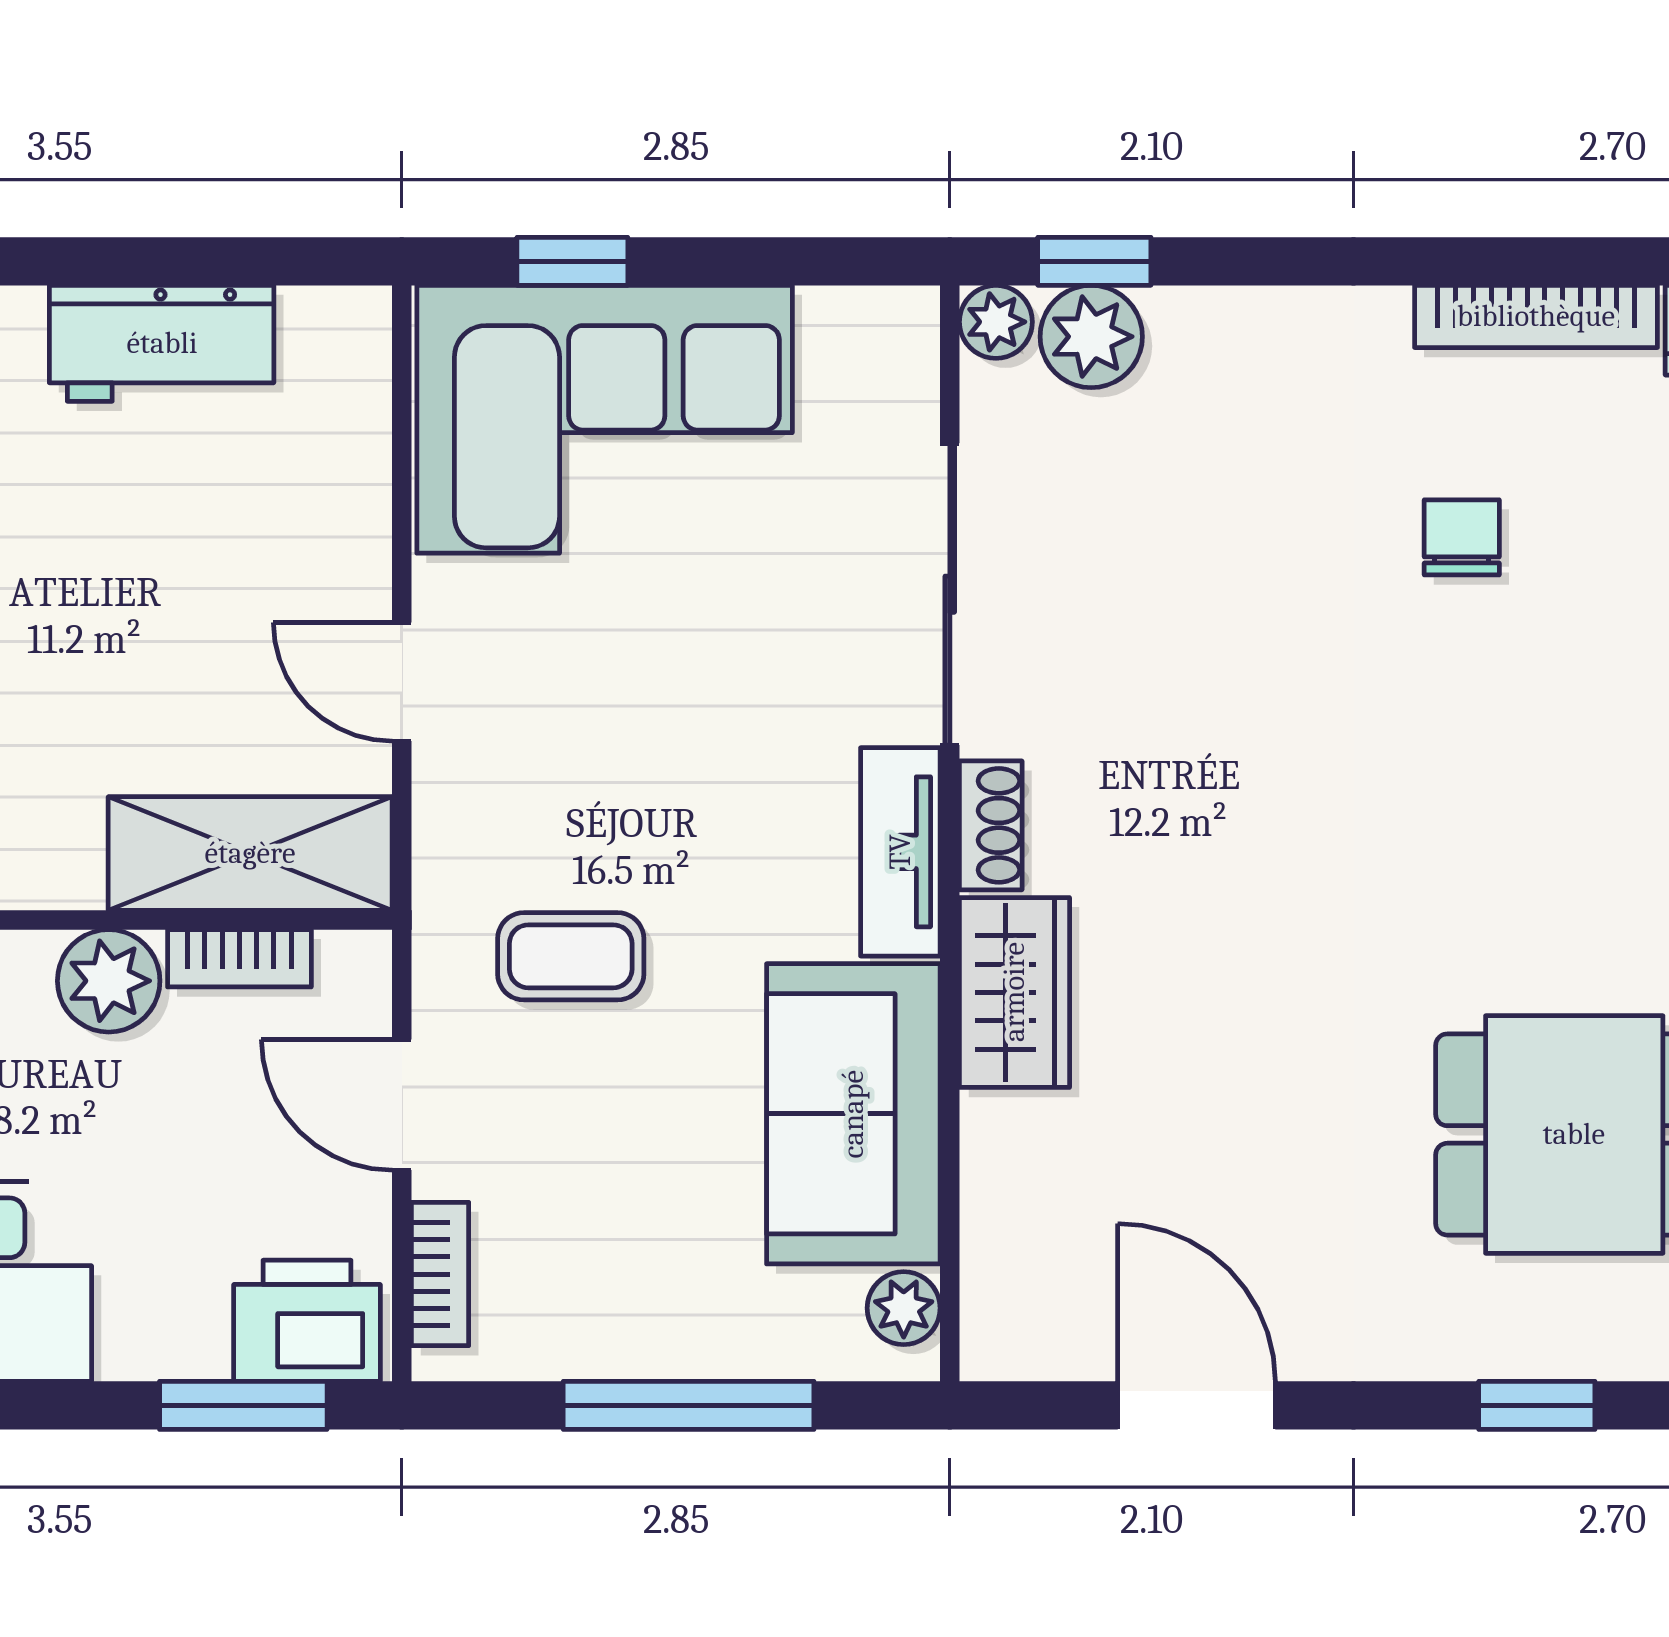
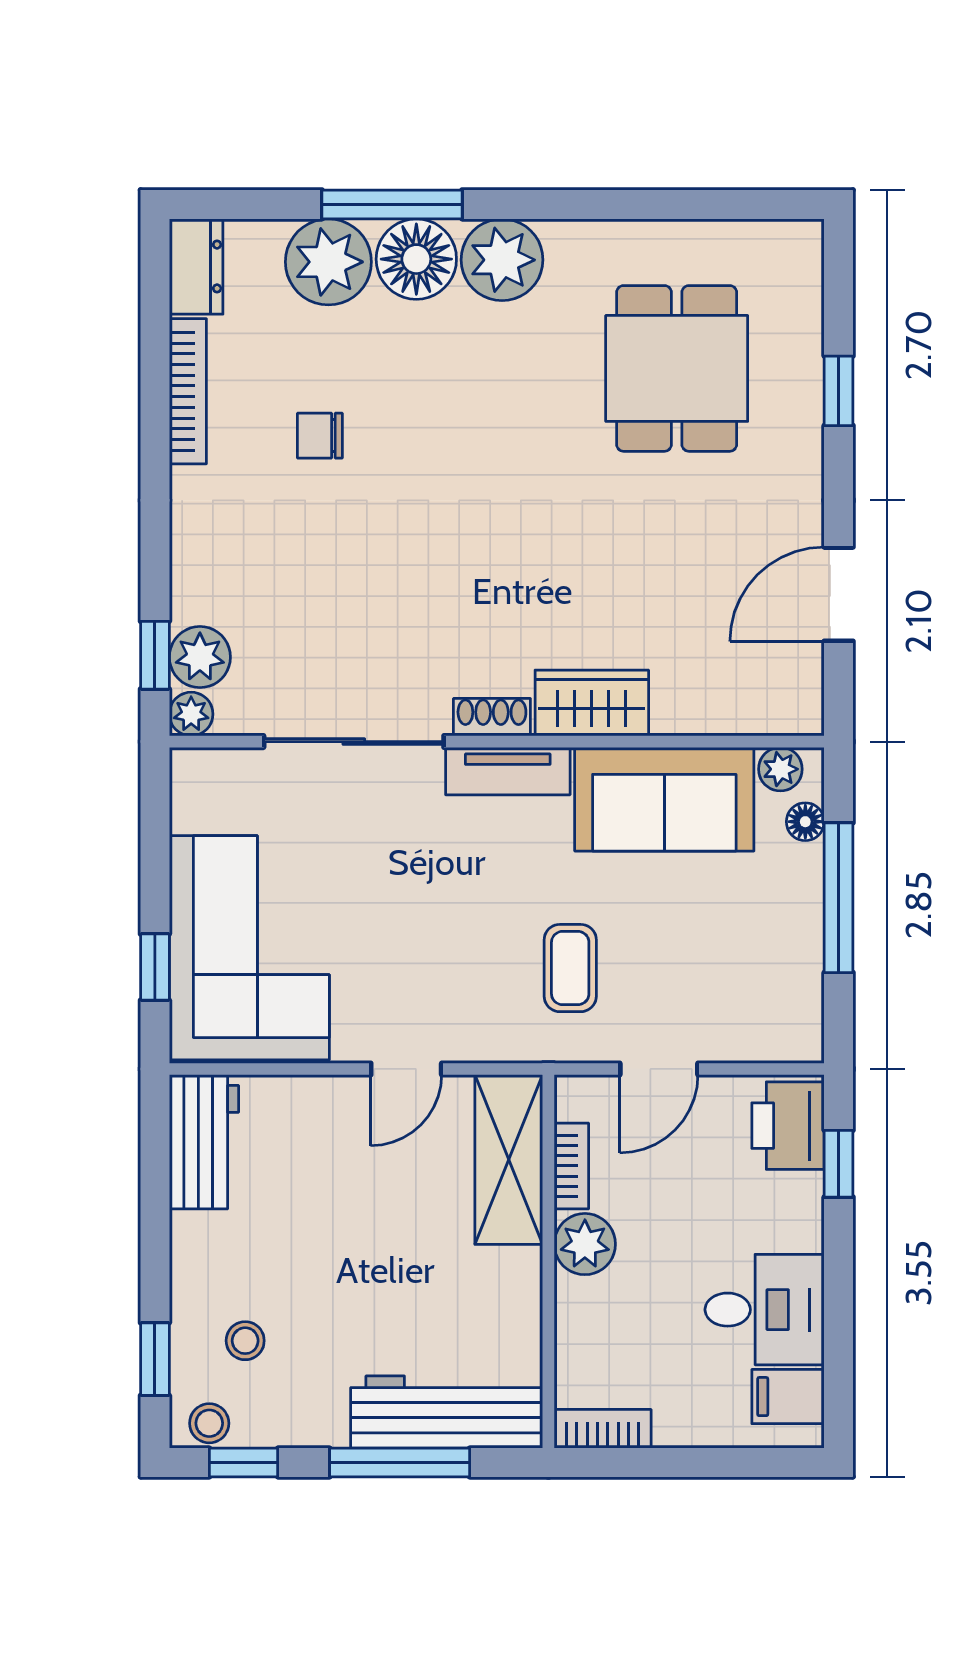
workbench: (162, 343) -> (204, 1142), moved
bookcase: (440, 1274) -> (760, 1046), removed
floor lamp: (816, 1350) -> (805, 822), added
window: (243, 1405) -> (839, 1164), width x0.67

